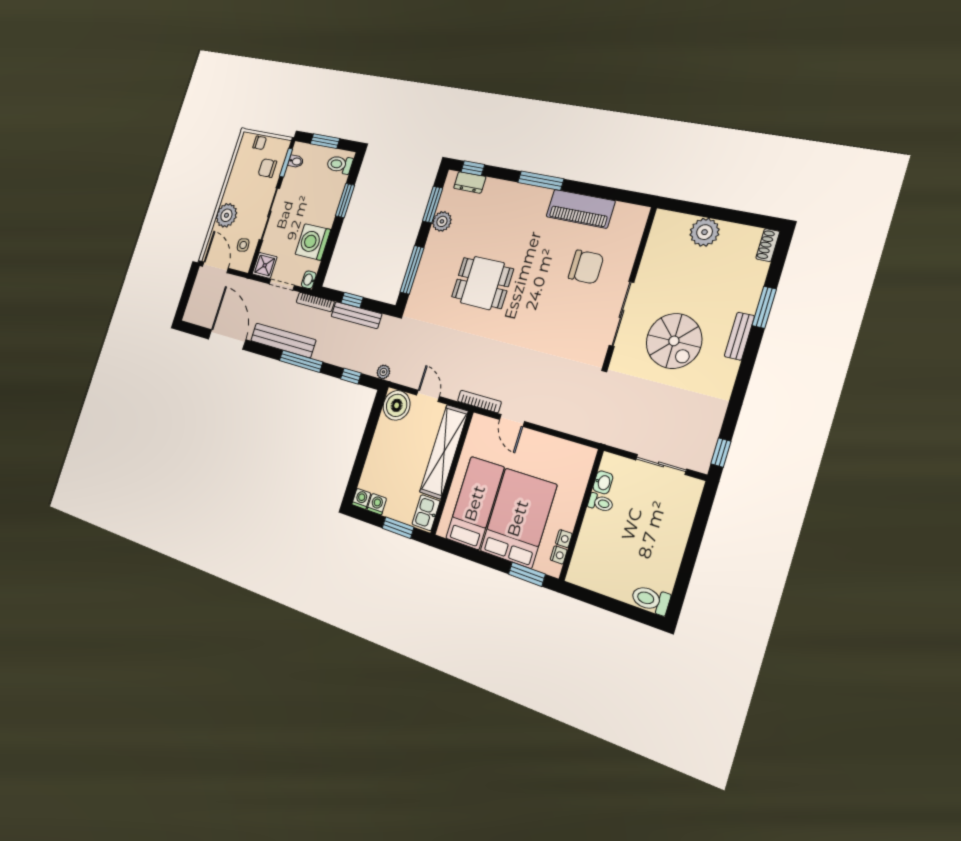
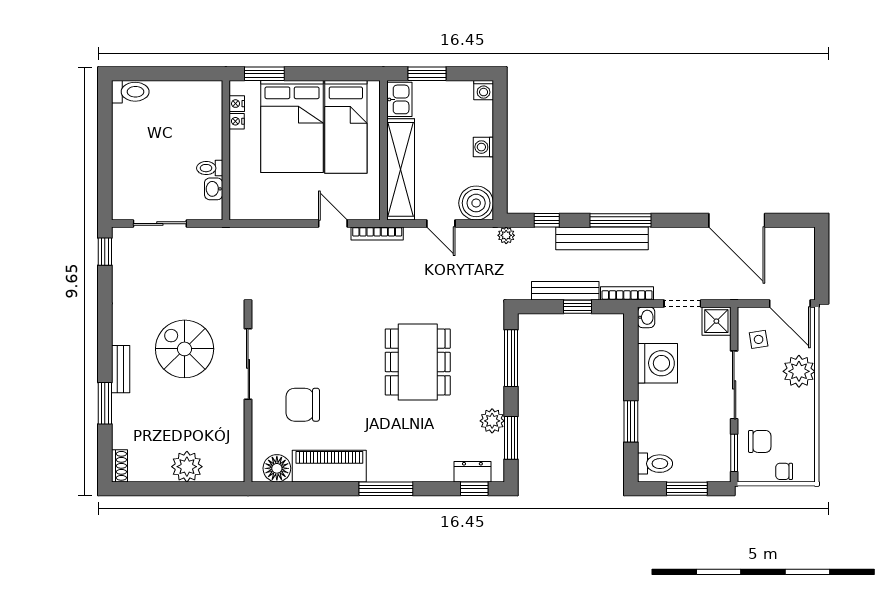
bidet: (296, 161) -> (720, 457), removed
floor lamp: (625, 215) -> (277, 468), added
dining table: (482, 283) -> (418, 362), width x1.38
bench: (283, 340) -> (602, 238), moved
washing machine: (377, 504) -> (483, 147), moved, turned 90

